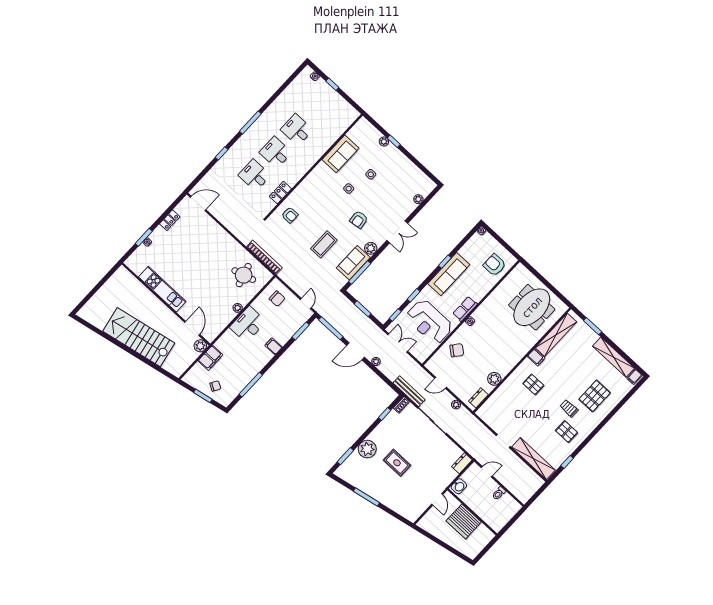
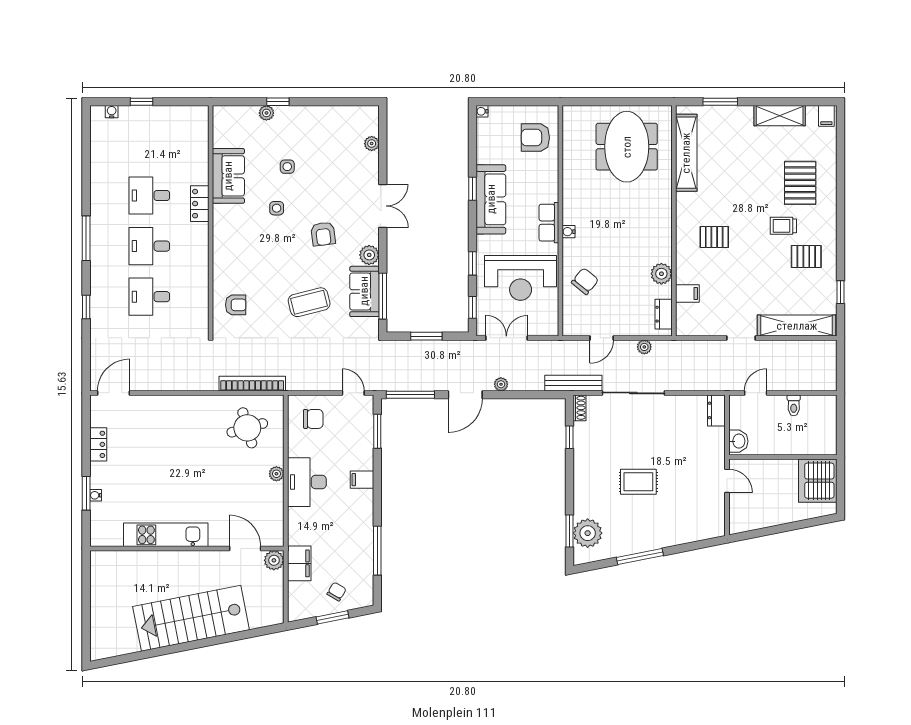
locker: (280, 193) -> (200, 204), moved
coffee table: (324, 244) -> (309, 302), turned 76
filing cabinet: (536, 357) -> (687, 294), moved
shelving: (613, 357) -> (780, 116), width x0.68
plant: (367, 449) -> (588, 533), moved
server rack: (464, 521) -> (818, 481), moved, turned 90

